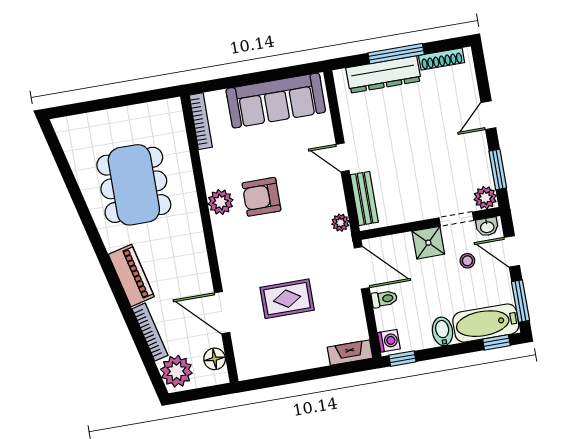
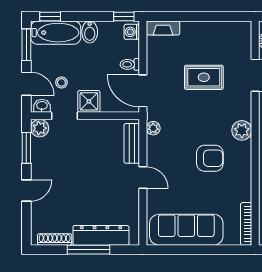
plant: (220, 202) -> (242, 130), moved

